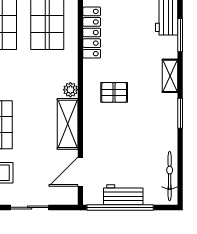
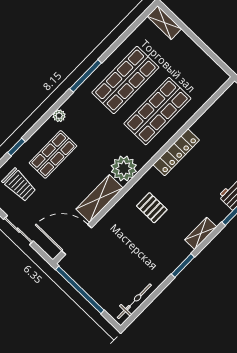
plant: (70, 90) -> (124, 169), width x1.88, depth x1.88
door: (80, 172) -> (77, 239), width x1.36
workbench: (123, 195) -> (90, 283), removed

